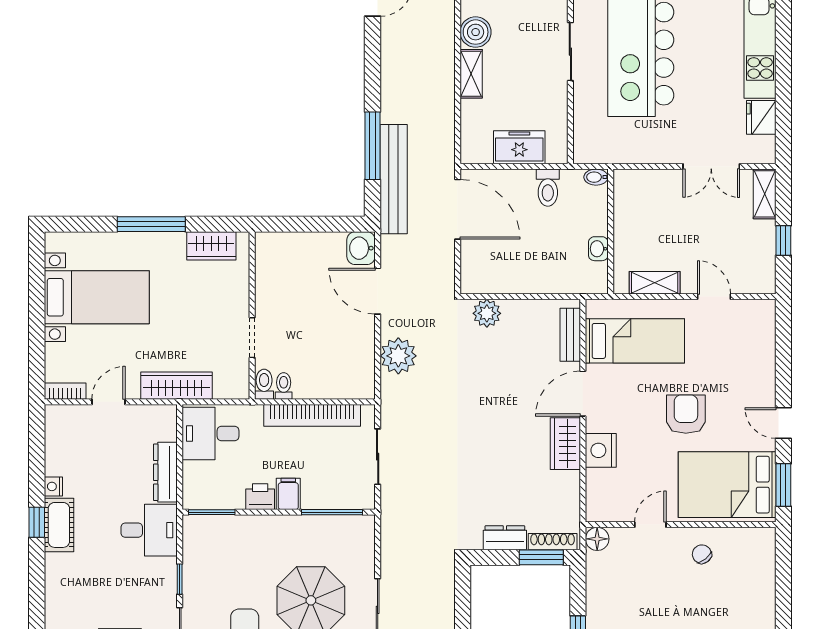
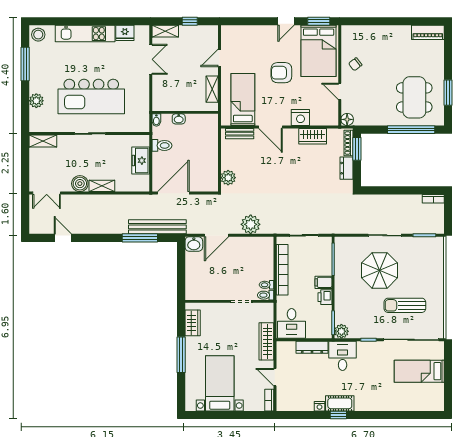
washbasin: (598, 249) -> (179, 119), moved
wardrobe: (565, 444) -> (313, 136), moved
plant: (195, 528) -> (341, 331), added

